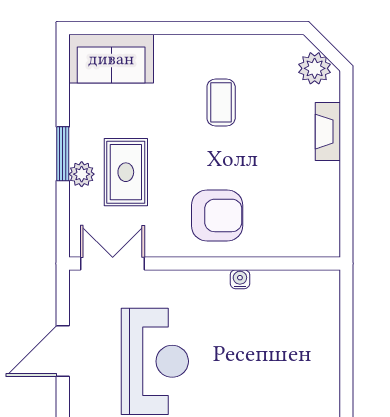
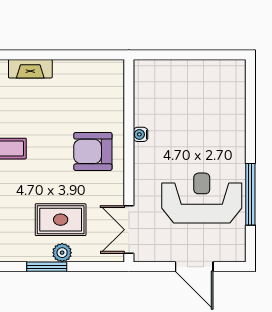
armchair: (217, 215) -> (93, 151), turned -90

